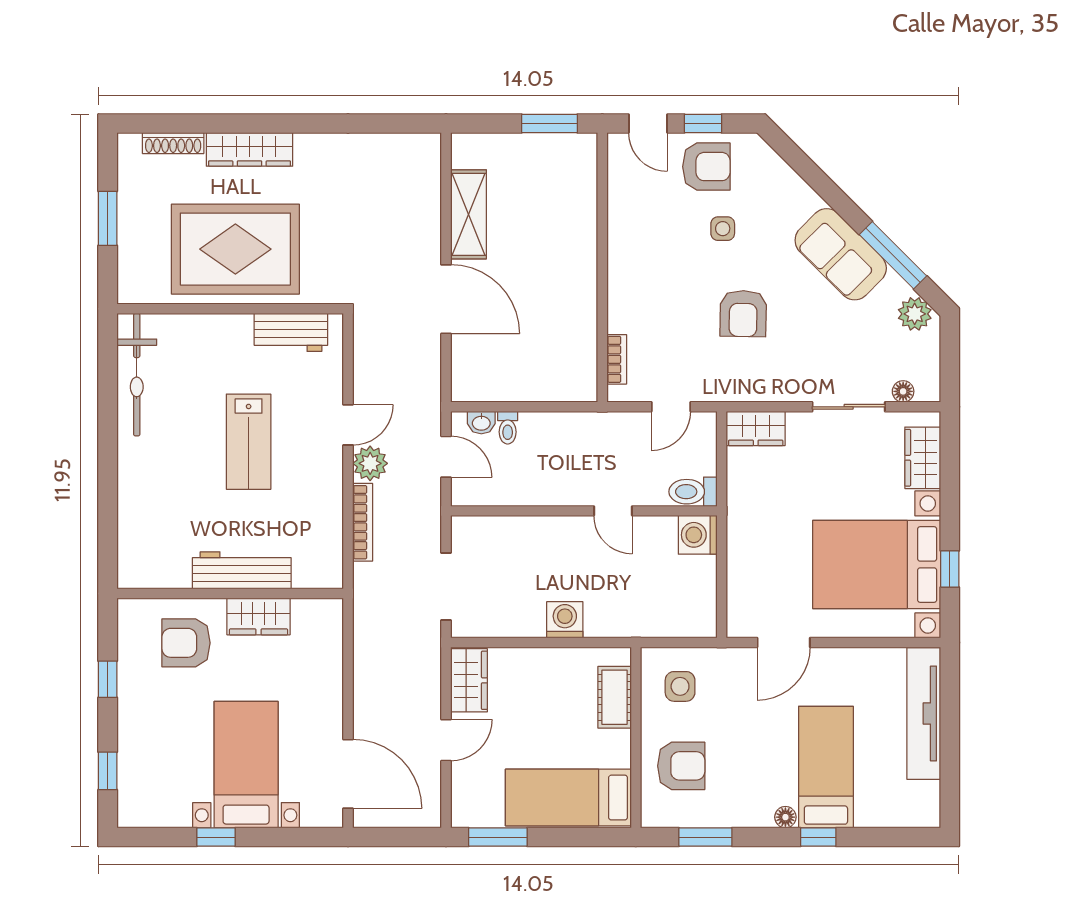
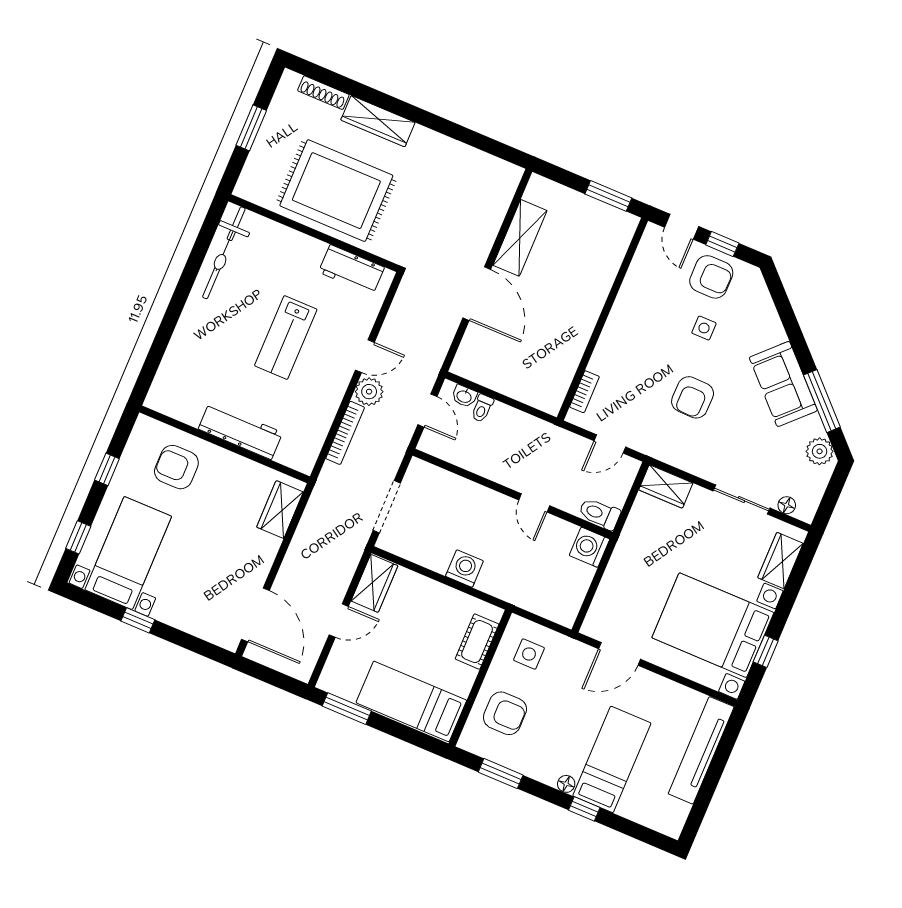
wardrobe: (259, 616) -> (280, 510), moved, turned 90
bed with nightstands: (246, 765) -> (128, 553), moved

